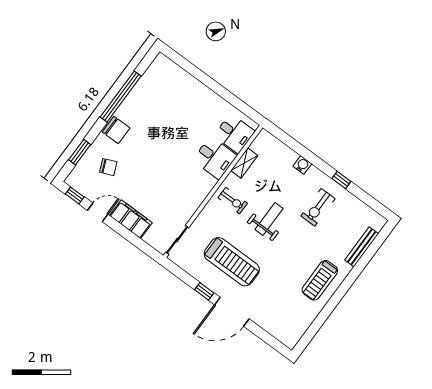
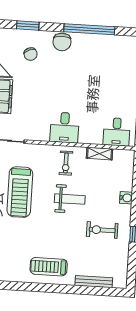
desk: (215, 158) -> (65, 128), moved

